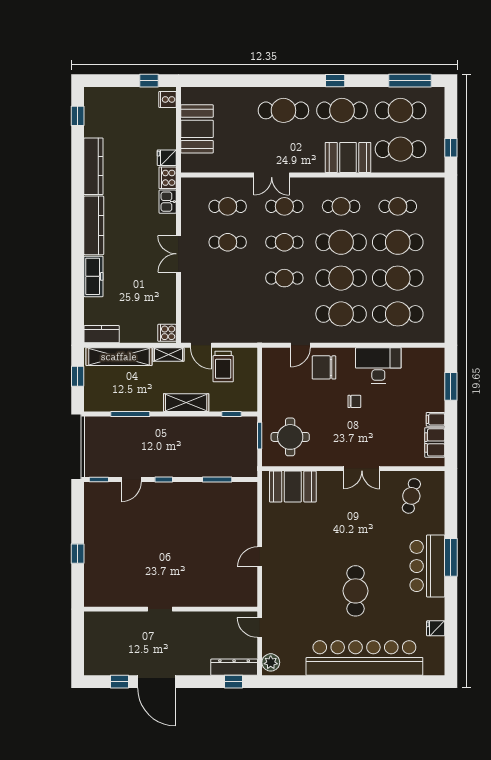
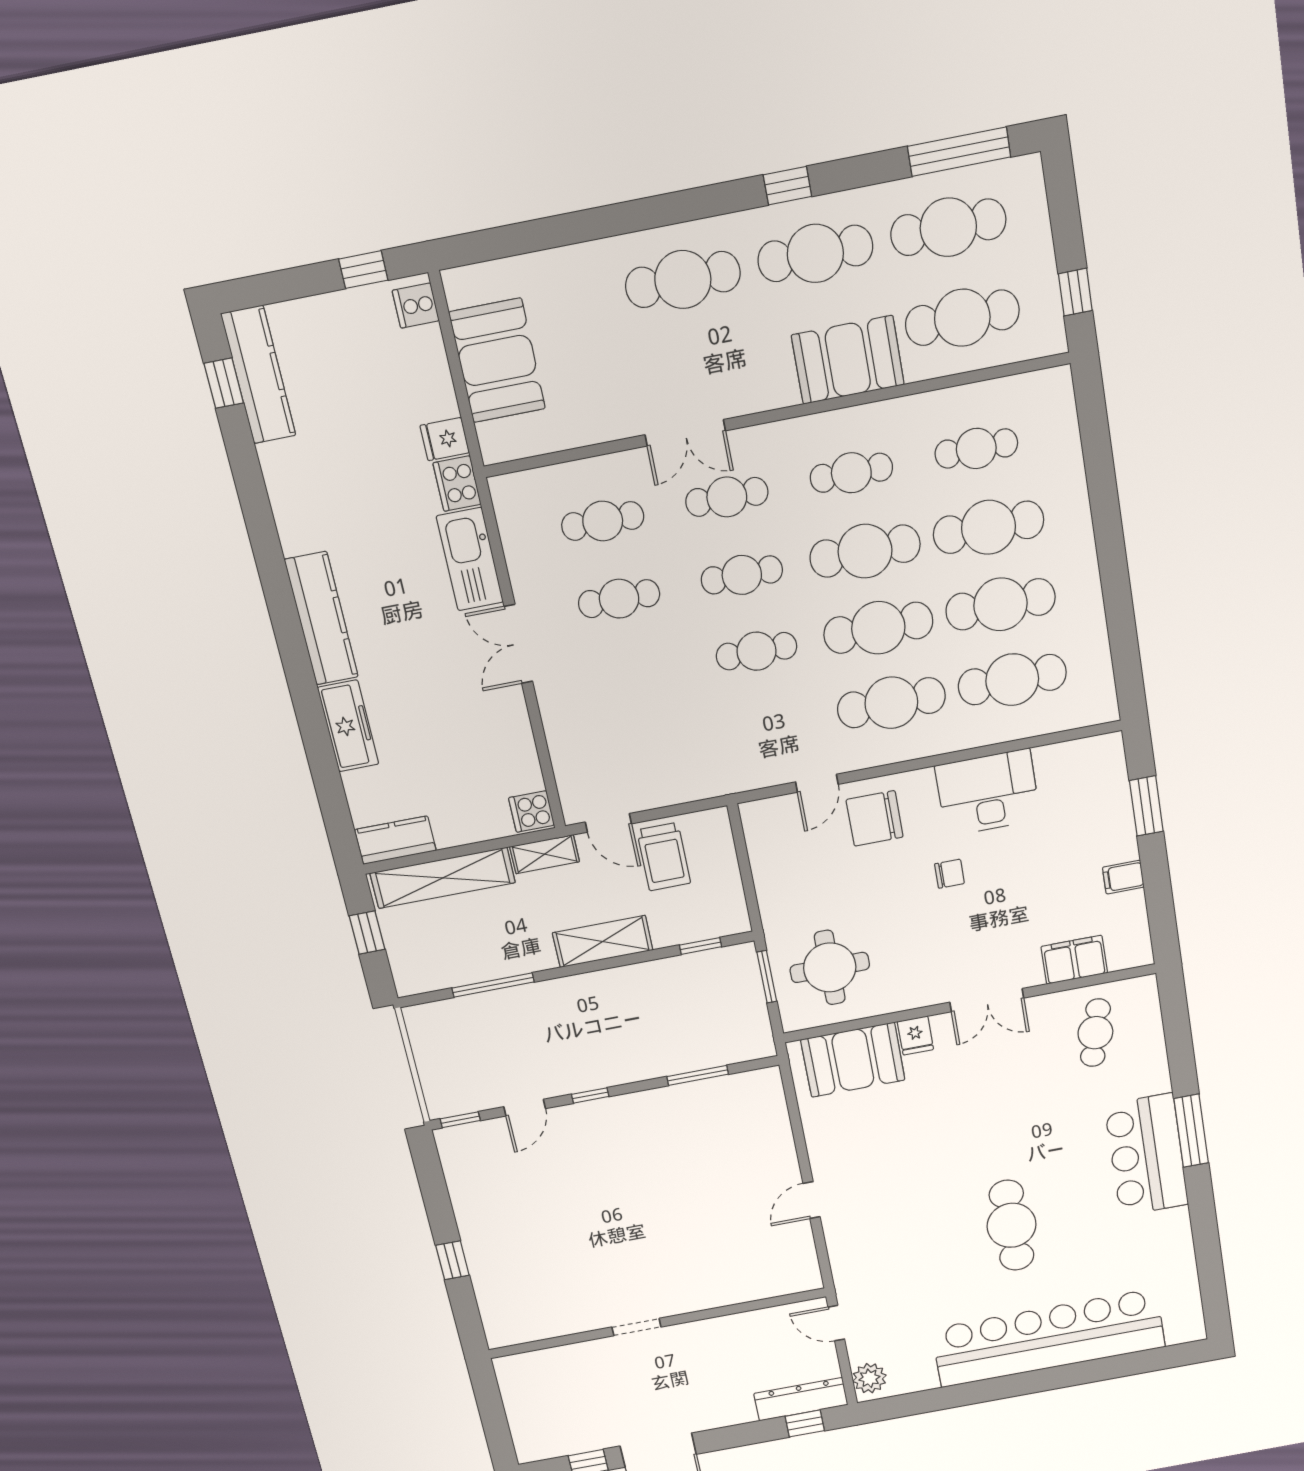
kitchen counter: (93, 166) -> (258, 375), moved
kitchen sink: (168, 202) -> (470, 559), width x1.87, depth x1.24
filing cabinet: (435, 442) -> (1074, 960), moved, turned 90
fridge: (436, 628) -> (915, 1036), moved, turned -90

